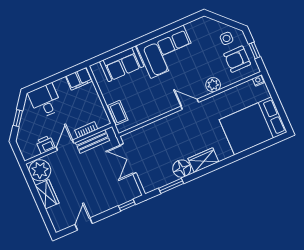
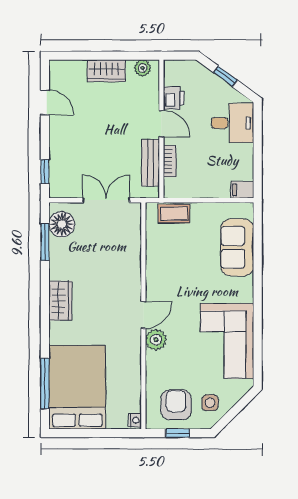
corner sofa: (167, 52) -> (227, 341), moved
filing cabinet: (79, 79) -> (242, 190), width x0.50
plant: (213, 85) -> (156, 340), moved
window: (260, 147) -> (45, 384), added
floor lamp: (182, 169) -> (62, 224), moved
plant: (40, 170) -> (143, 68), width x0.53, depth x0.53

